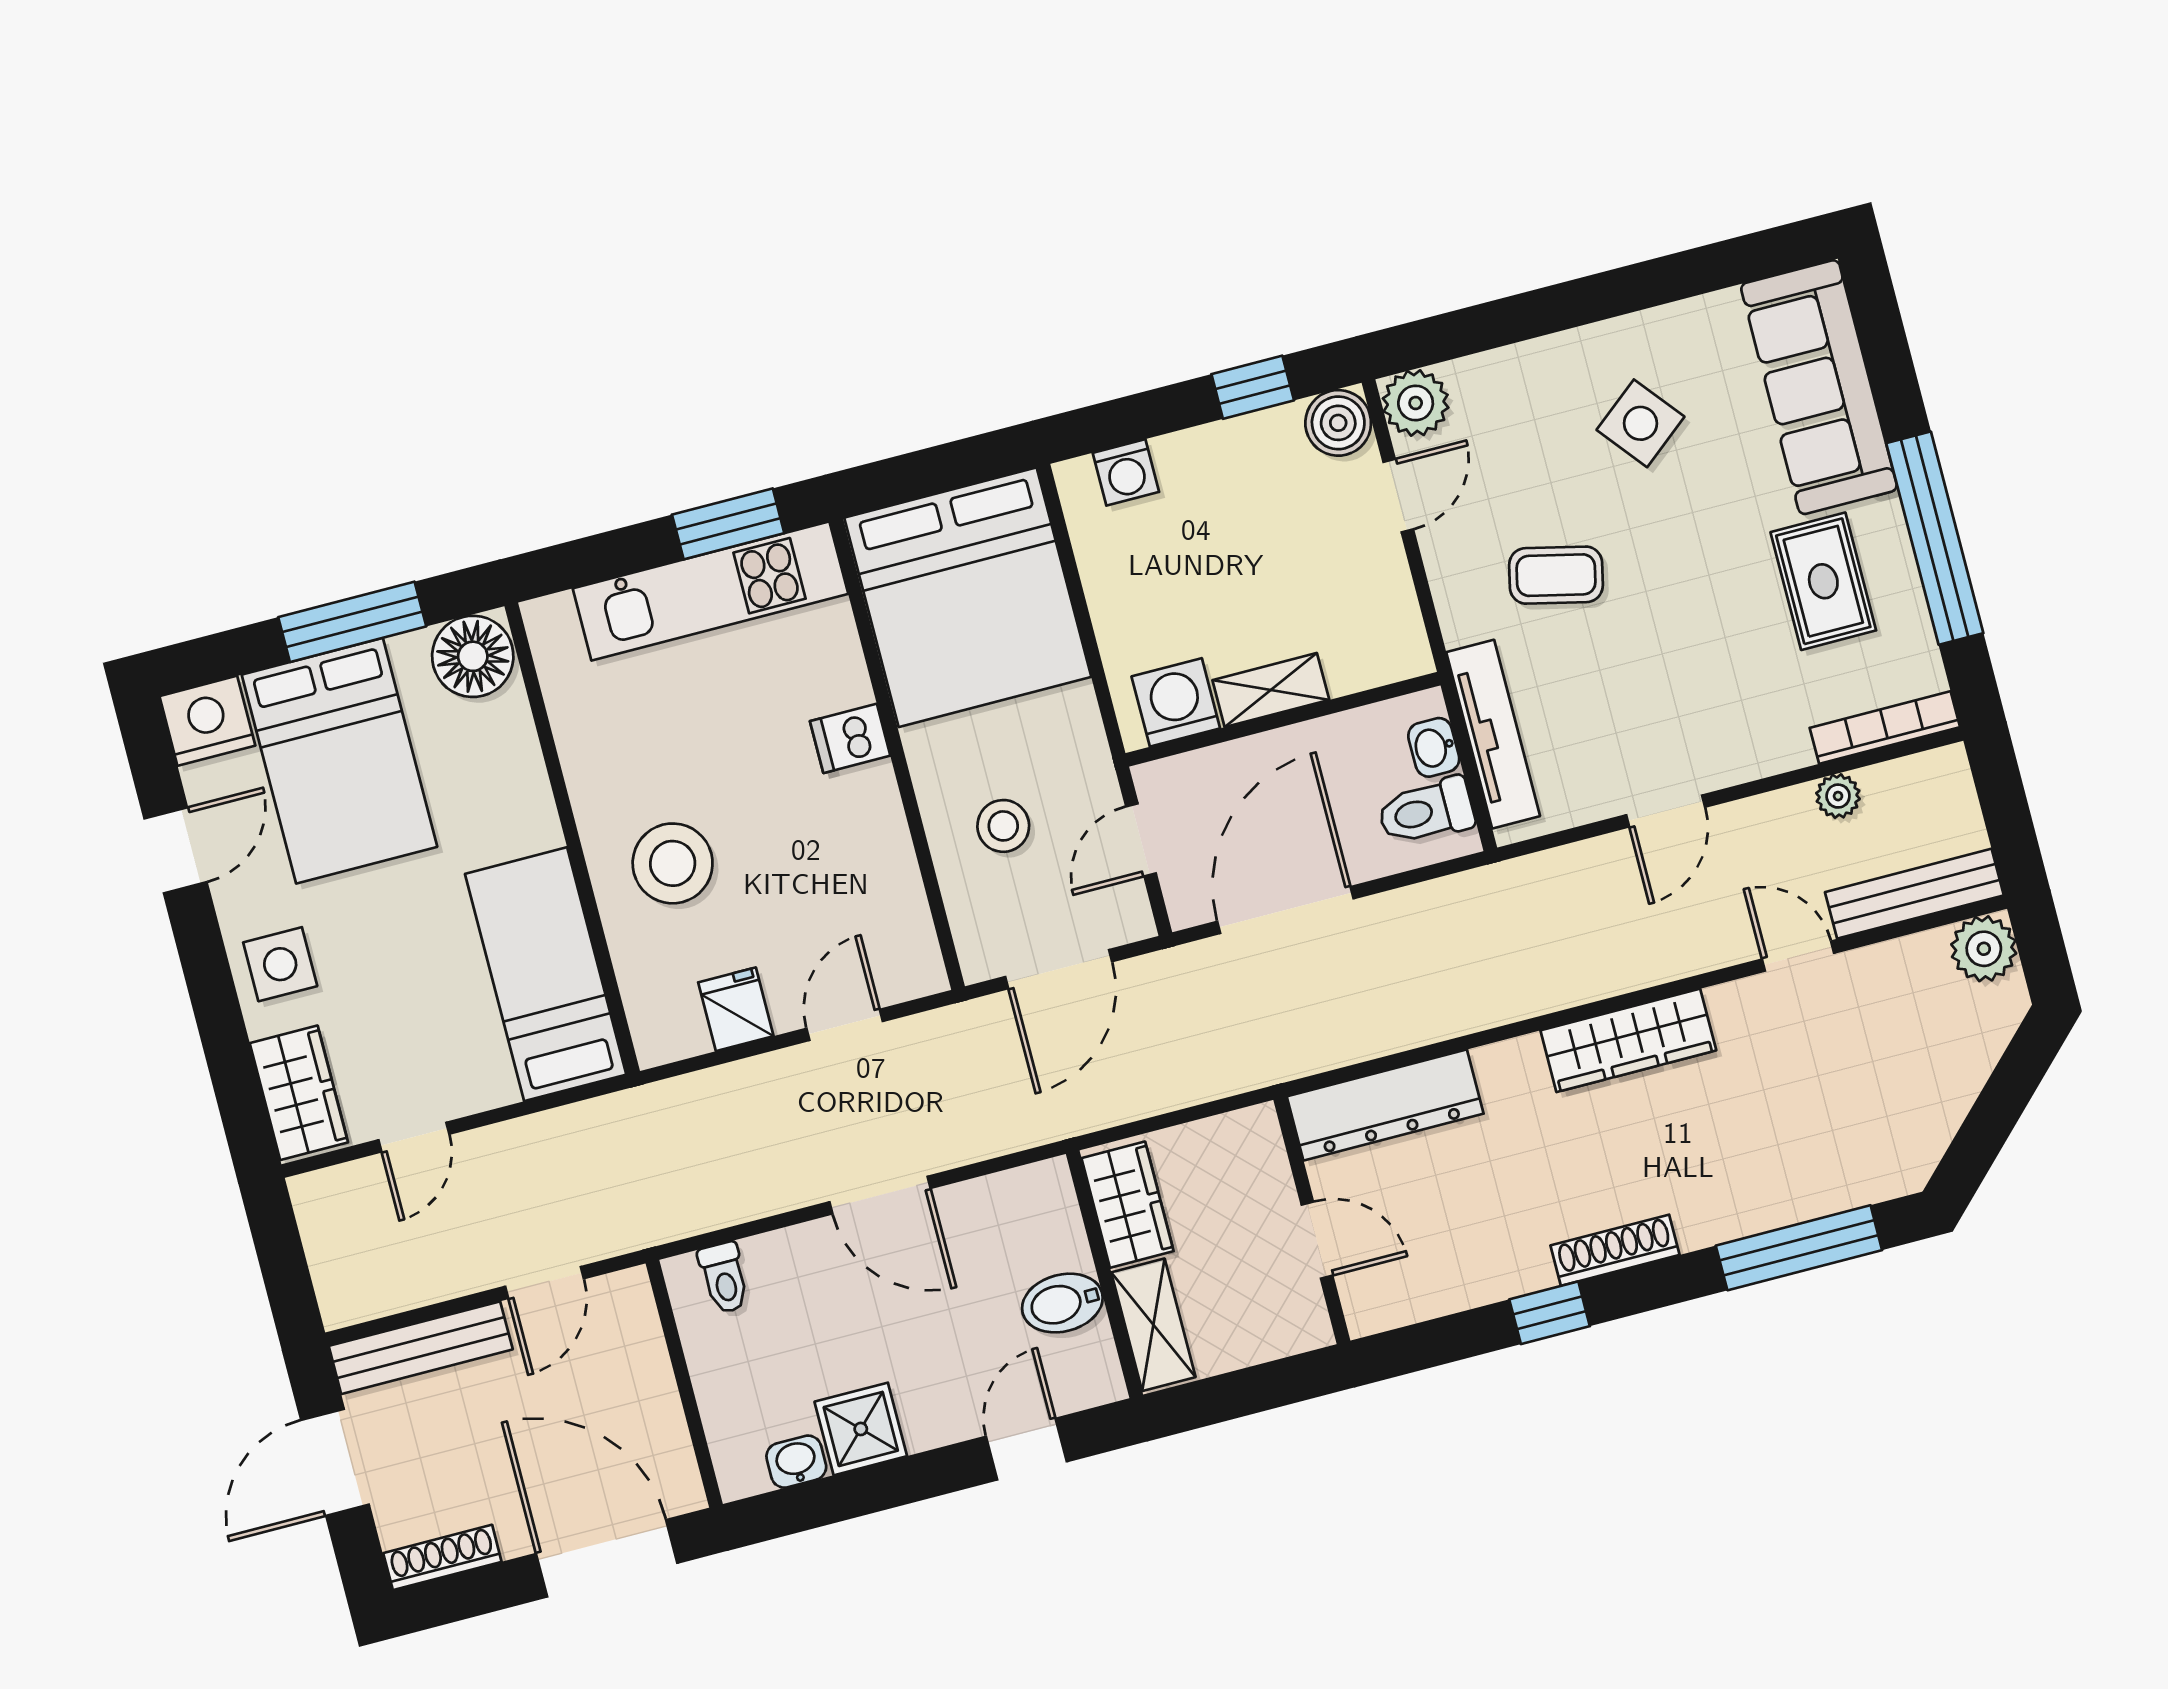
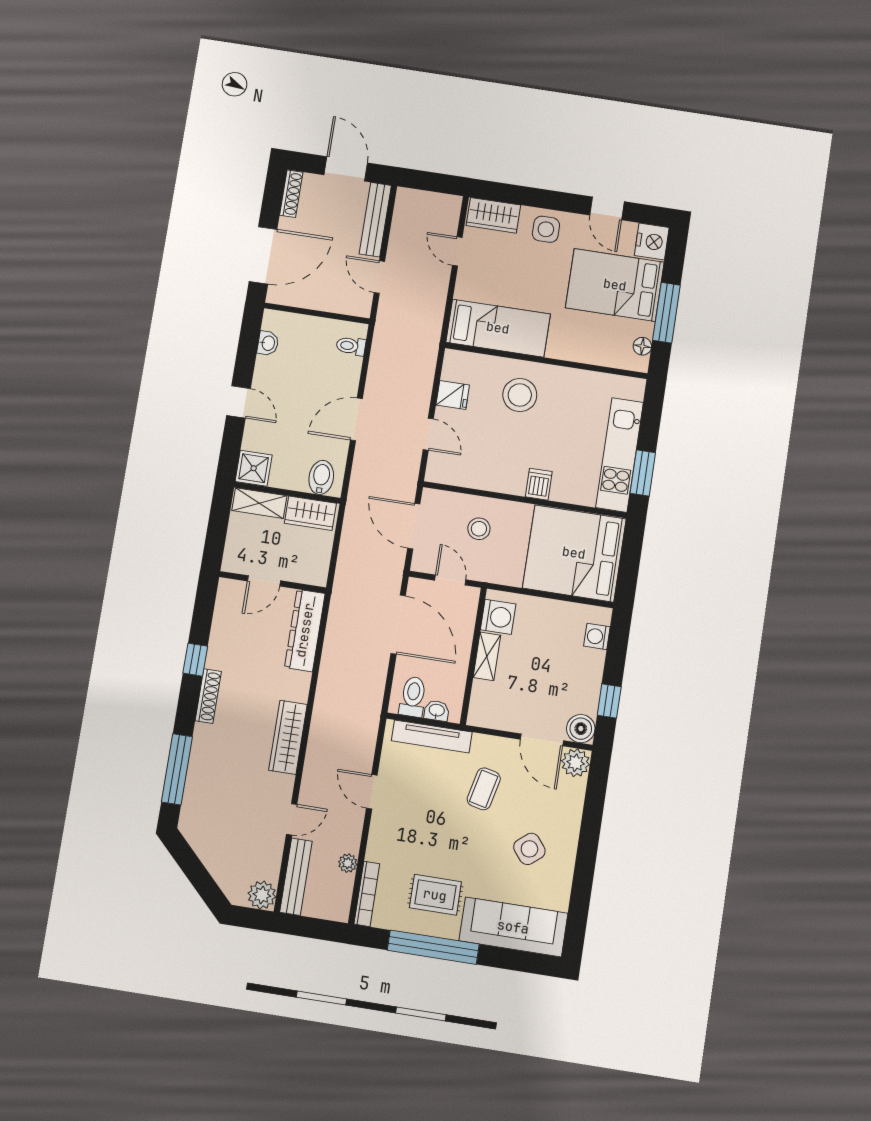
door: (1398, 496) -> (542, 740), width x1.38
floor lamp: (473, 656) -> (642, 346), width x0.53, depth x0.53
bidet: (1062, 1303) -> (321, 477), moved
shower: (861, 1429) -> (254, 468), moved
door: (1026, 1449) -> (239, 402), moved

